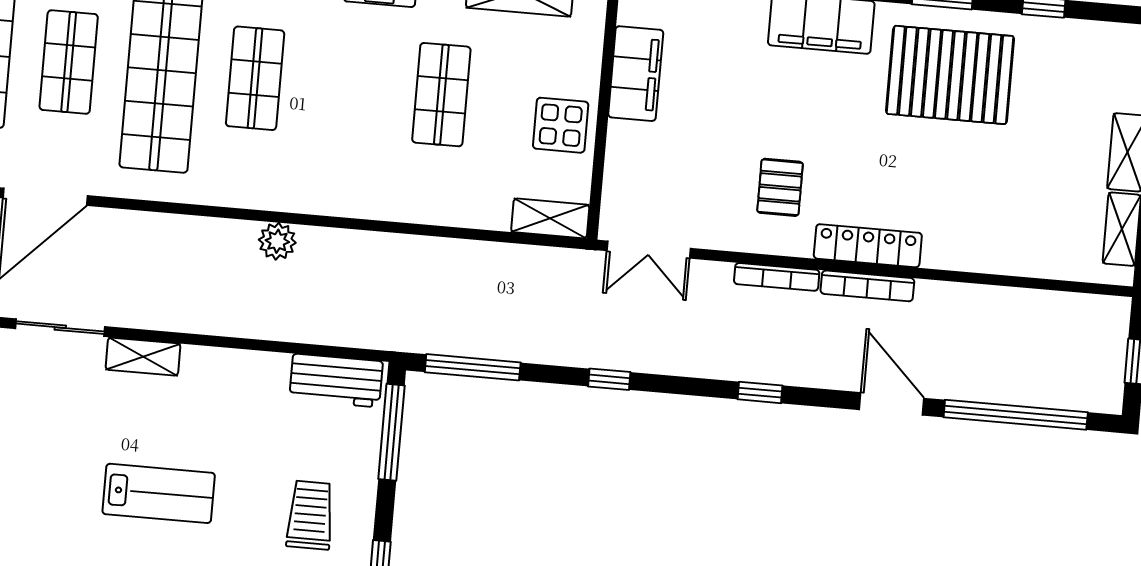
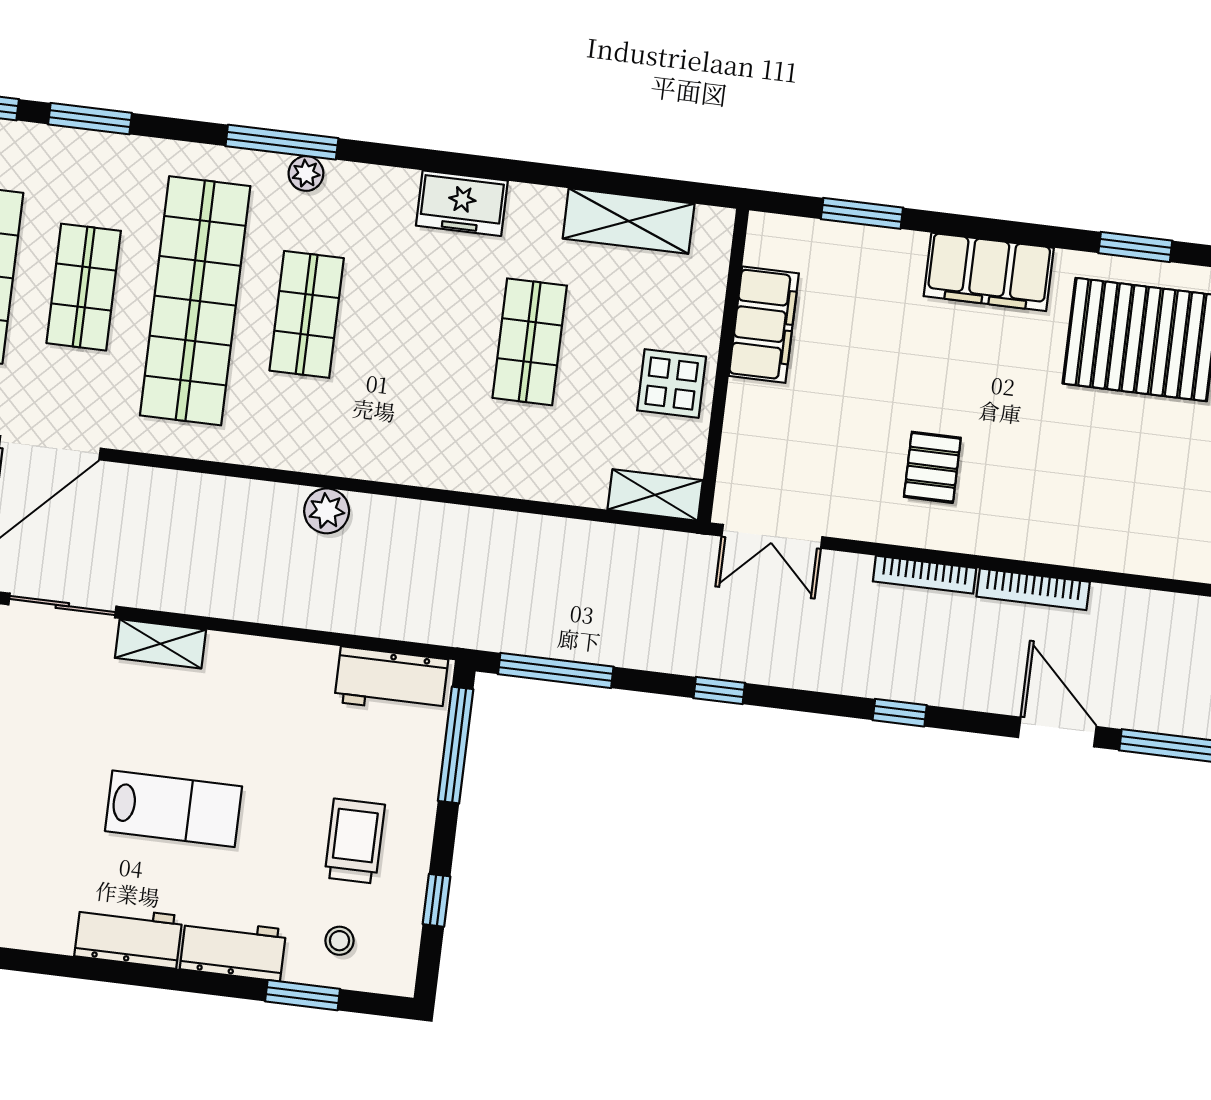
locker: (868, 246) -> (1035, 541), removed

